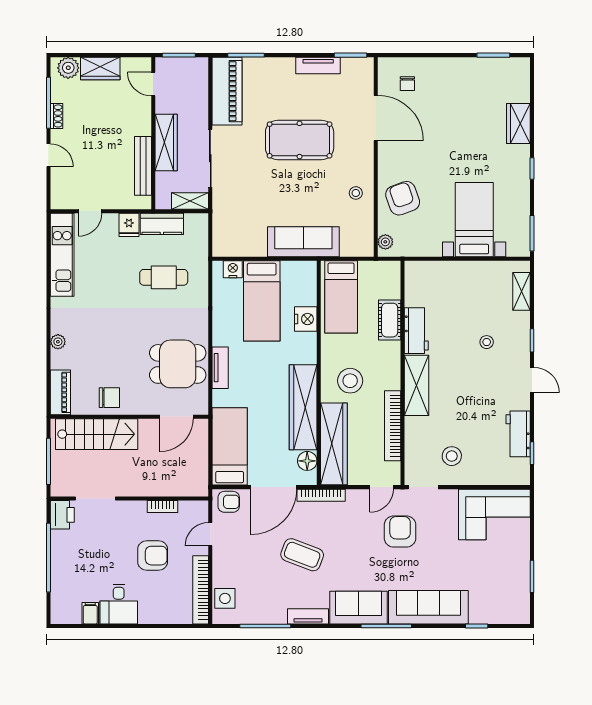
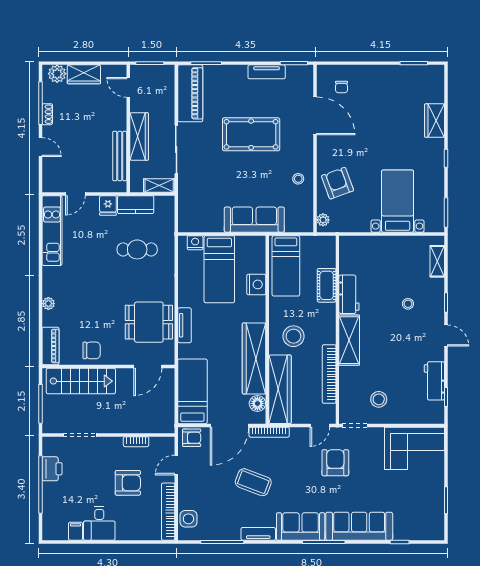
printer: (62, 515) -> (52, 469), moved

